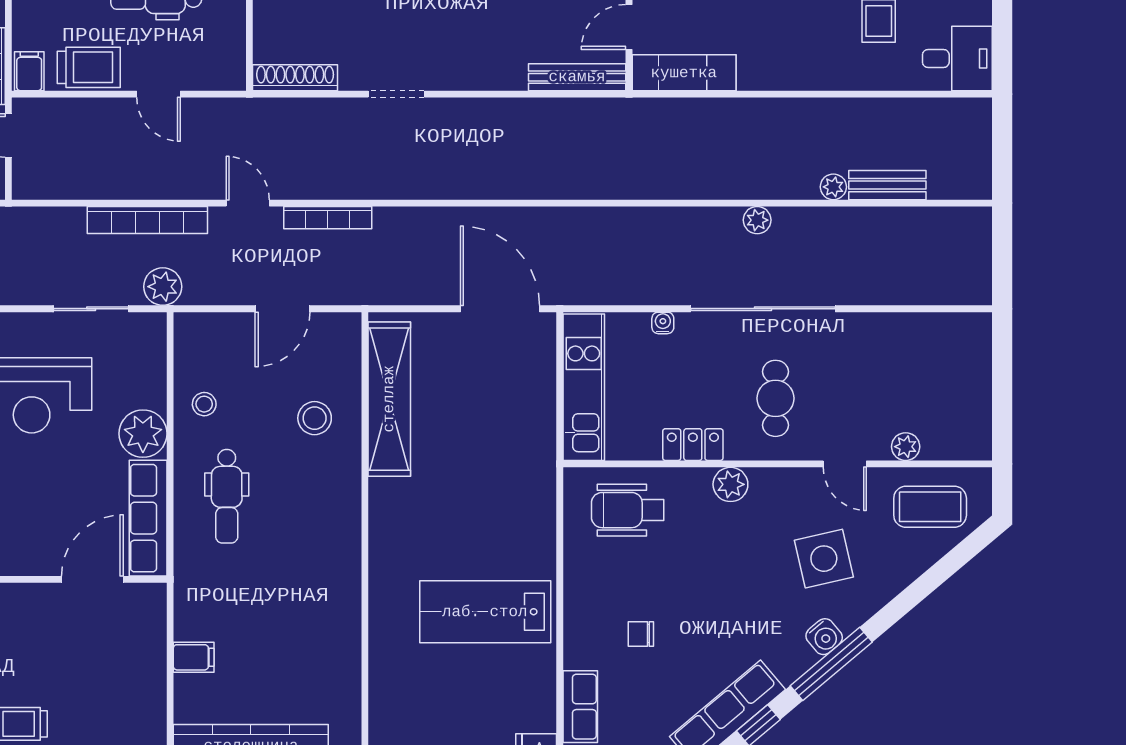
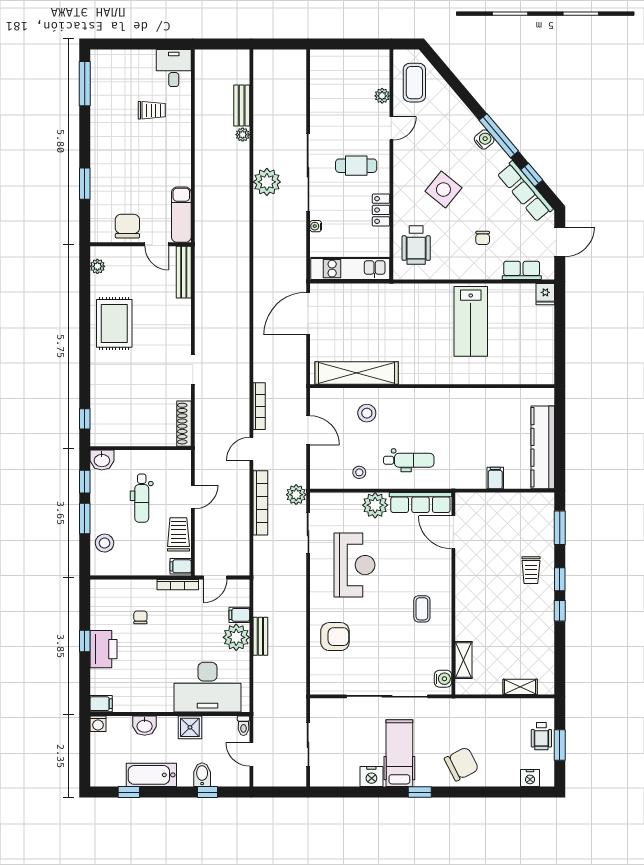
plant: (757, 220) -> (267, 182), width x1.88, depth x1.88
plant: (730, 484) -> (402, 190), removed
side table: (824, 559) -> (443, 190), moved, turned -38

